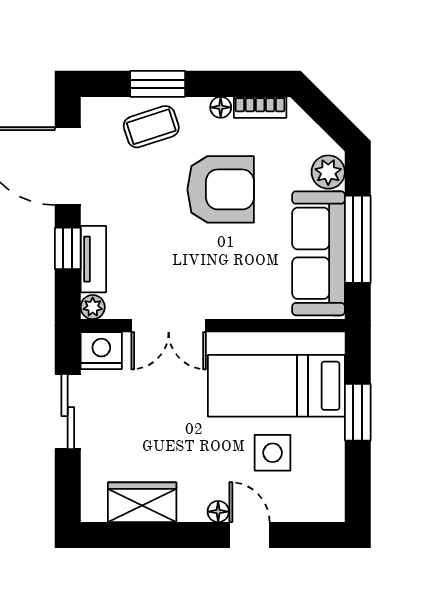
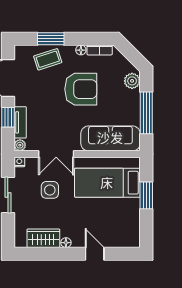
sofa: (319, 253) -> (110, 138), moved, turned 90
nightstand: (101, 351) -> (19, 162), width x0.53, depth x0.56
side table: (273, 453) -> (50, 190), moved
floor lamp: (218, 512) -> (66, 243), moved

